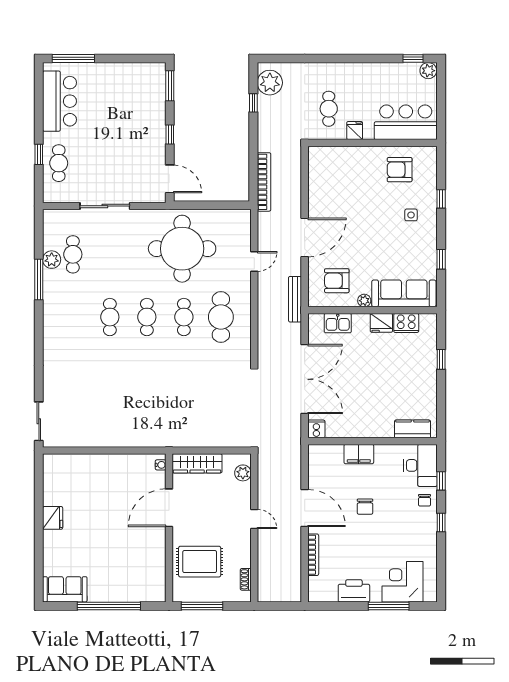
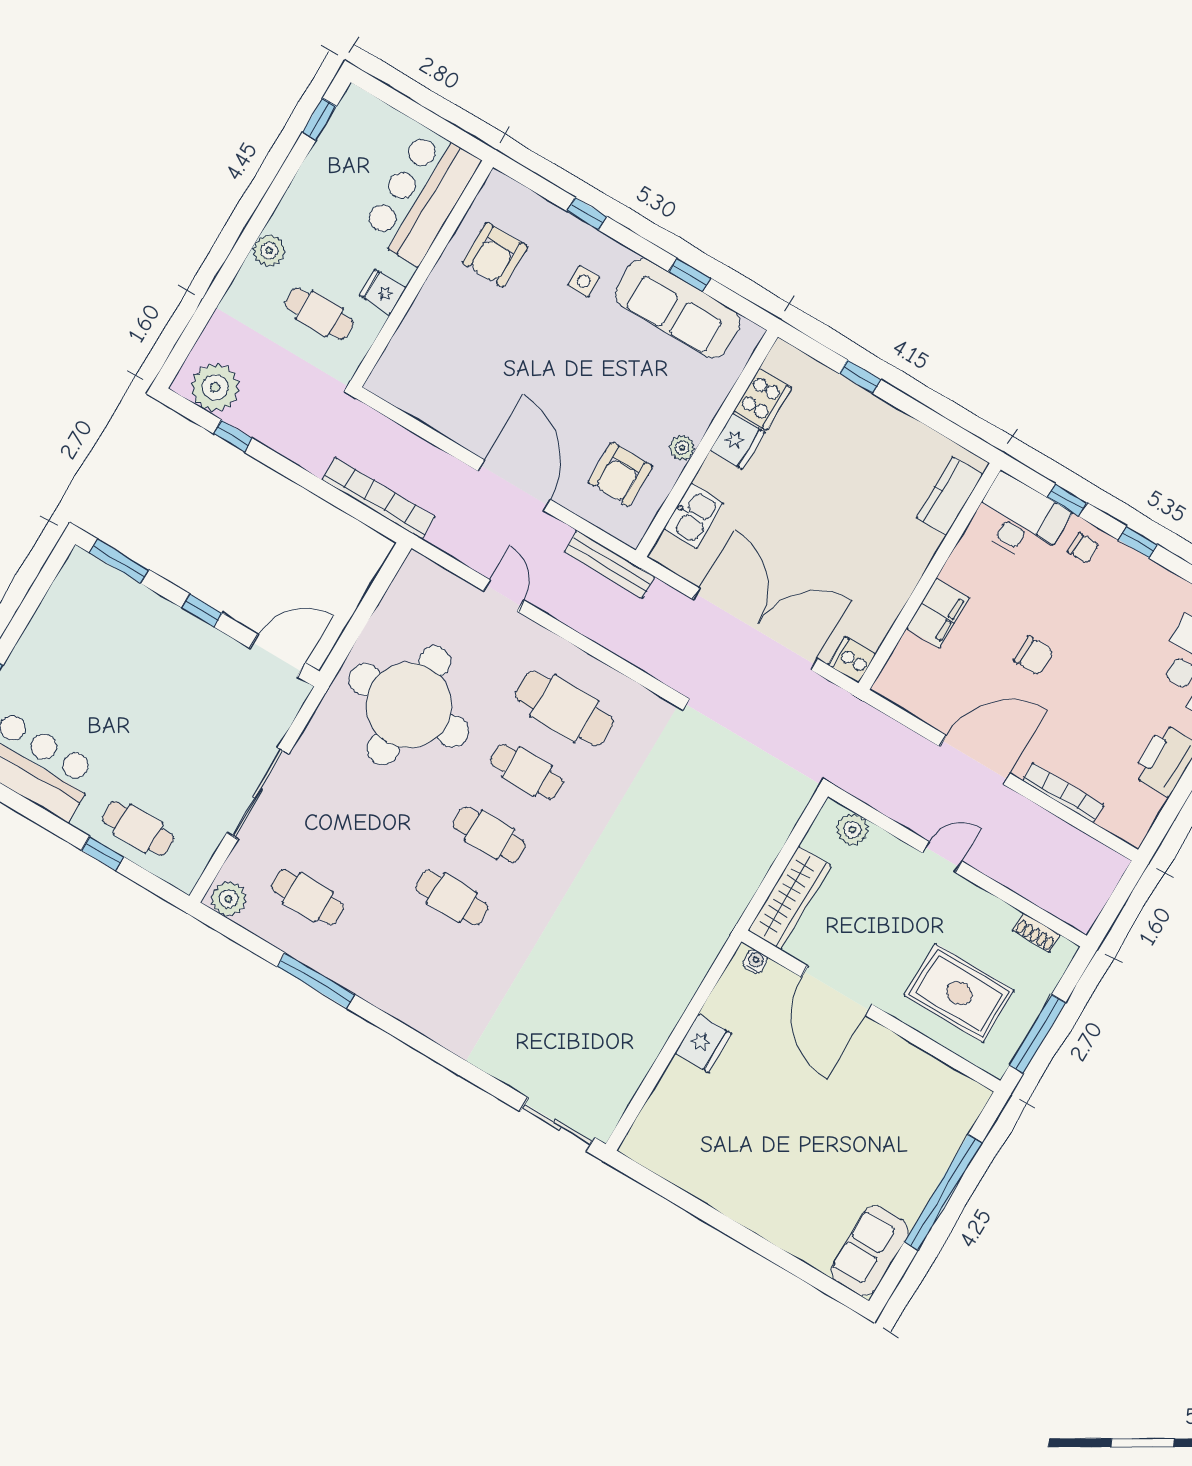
plant: (428, 71) -> (269, 251), moved
plant: (52, 260) -> (228, 899), moved
sofa: (404, 293) -> (678, 308), moved, turned -90
fridge: (53, 518) -> (703, 1043), moved, turned 90
rug: (200, 562) -> (959, 993), turned 90

